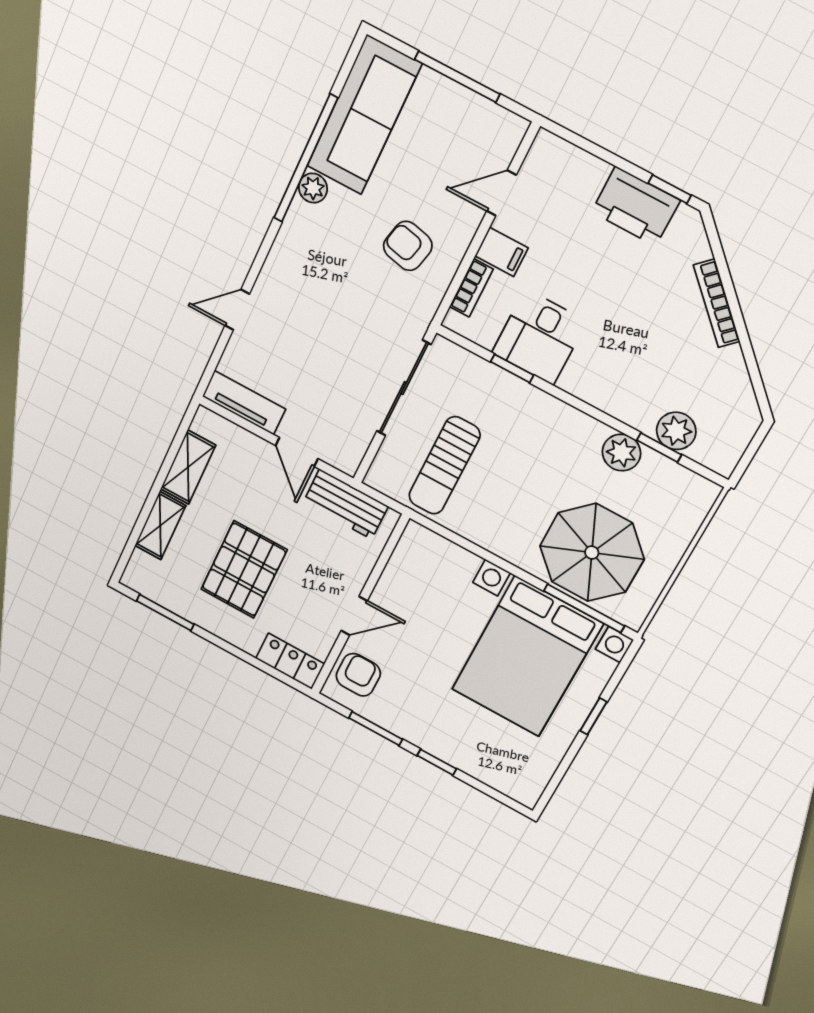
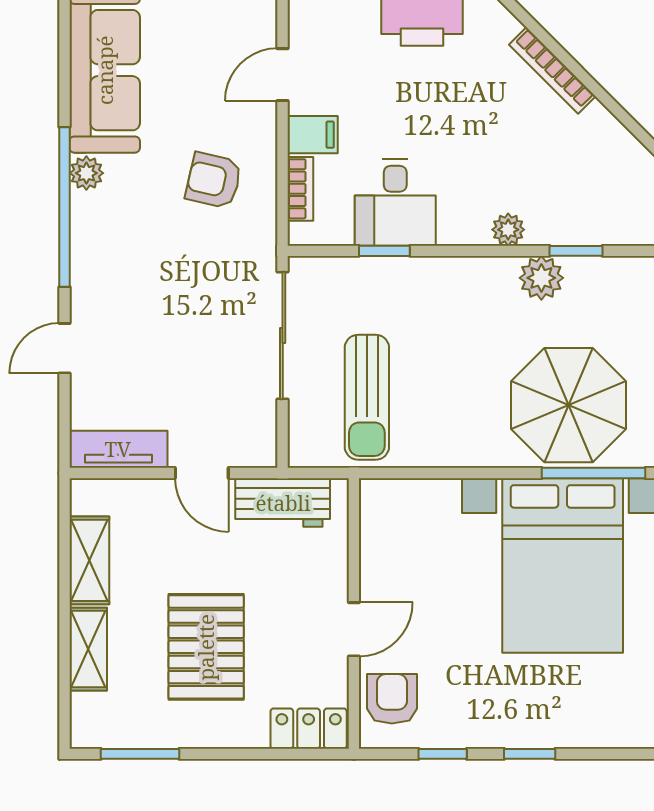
window: (306, 158) -> (65, 207), moved
plant: (676, 431) -> (508, 230), moved, width x0.73, depth x0.73
window: (376, 729) -> (443, 754), width x0.67

